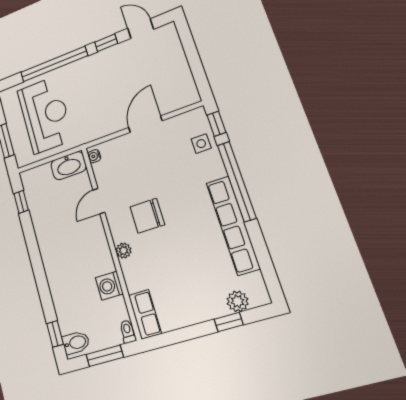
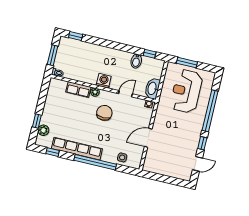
reception desk: (45, 115) -> (186, 91), turned 90
door: (145, 124) -> (148, 138), swing flipped
window: (216, 124) -> (53, 152), moved
door: (99, 201) -> (125, 94), hinge flipped
washing machine: (109, 286) -> (104, 81), moved
row of seats: (145, 314) -> (78, 90), moved
bidet: (76, 343) -> (136, 61), moved

